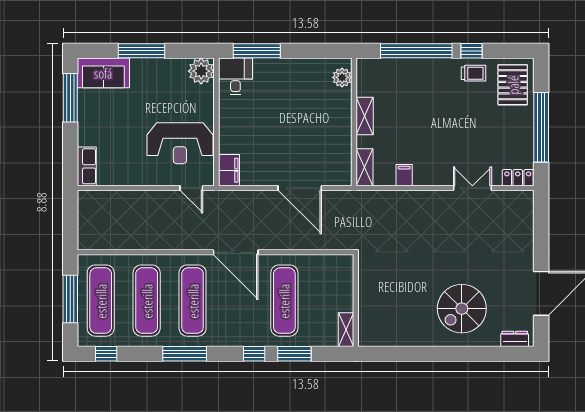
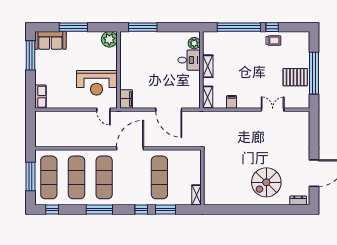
desk: (235, 76) -> (189, 60), moved, turned 90
pallet: (513, 85) -> (295, 77), moved, turned 90
locker: (518, 178) -> (300, 103), removed
door: (236, 252) -> (130, 148), swing flipped

